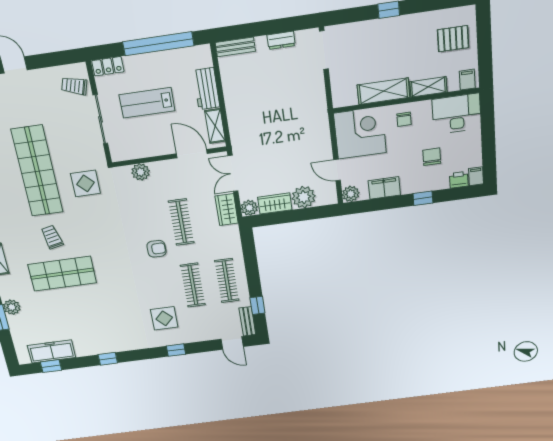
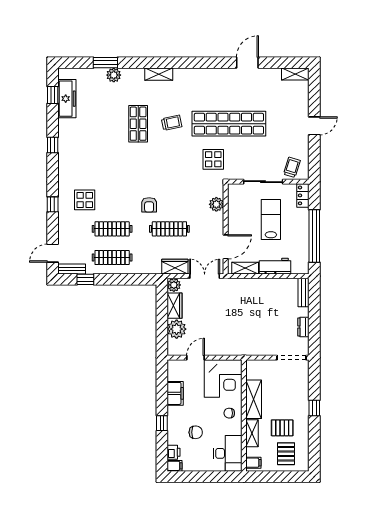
pallet: (419, 49) -> (282, 428), added
plant: (351, 194) -> (174, 367), removed
shop shelf: (62, 274) -> (138, 124), width x0.70, depth x0.74

